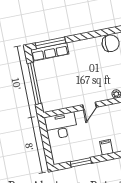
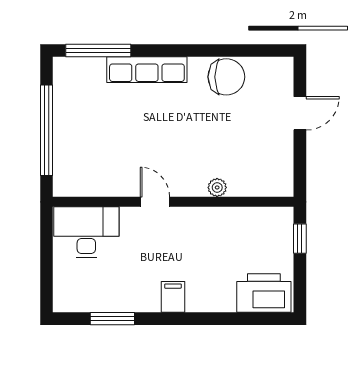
row of seats: (50, 52) -> (147, 70), moved
door: (90, 106) -> (155, 202), swing flipped

